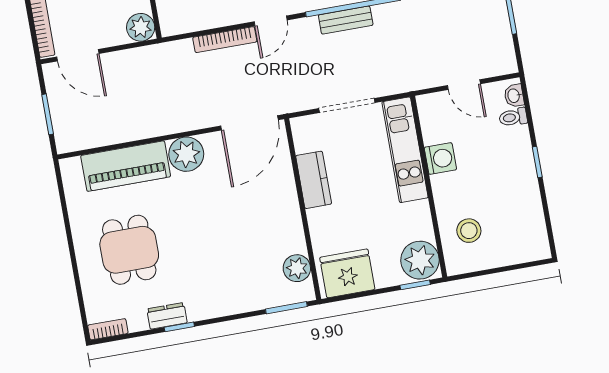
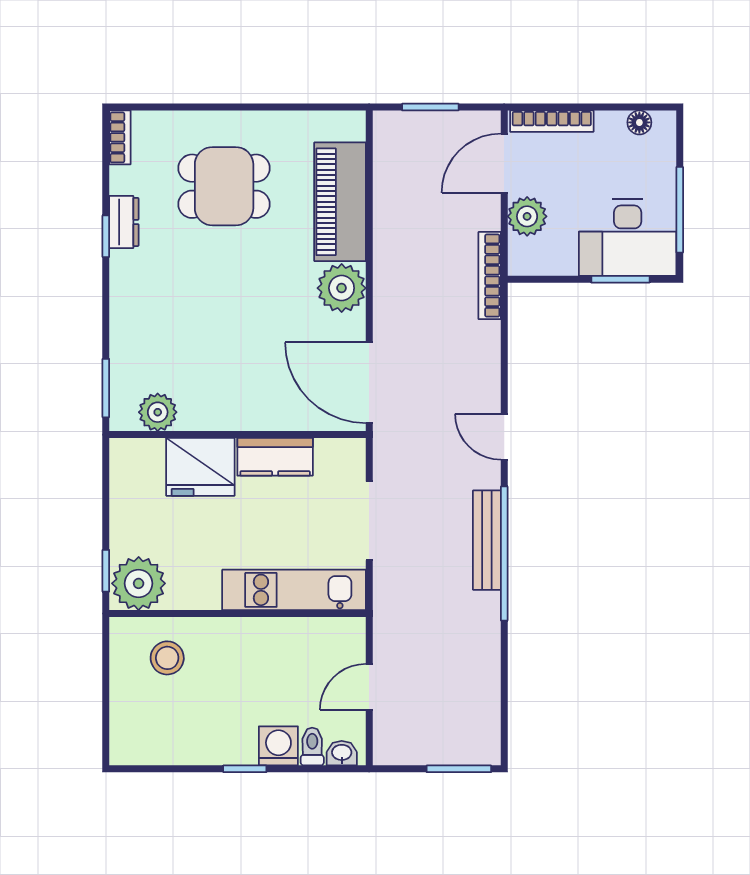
bench: (346, 20) -> (487, 540), width x1.36
plant: (141, 27) -> (527, 216), moved
bookcase: (225, 40) -> (490, 276), moved
washing machine: (440, 159) -> (278, 746), moved, turned 180
fridge: (347, 273) -> (200, 467), moved, turned 90

